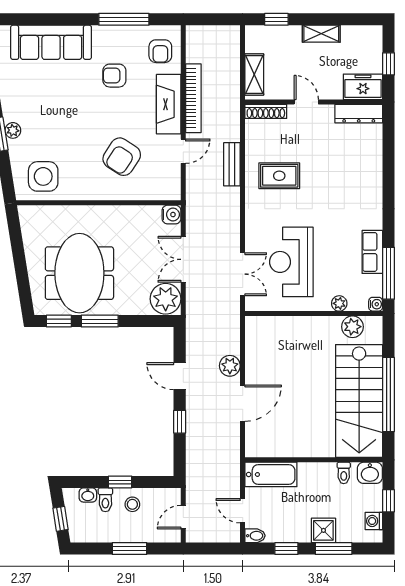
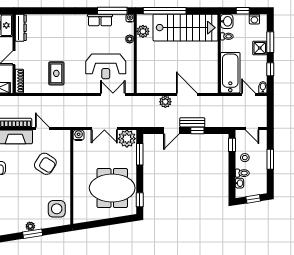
bench: (232, 164) -> (192, 122), moved
window: (100, 321) -> (140, 154), moved
window: (389, 394) -> (165, 11), moved
bathtub: (271, 474) -> (230, 73), width x1.36, depth x1.36
window: (120, 482) -> (232, 145), moved
door: (243, 511) -> (249, 94), swing flipped

